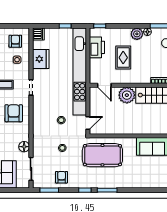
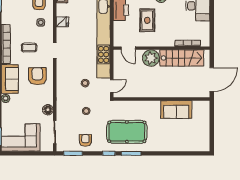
fridge: (41, 59) -> (62, 22), width x0.53, depth x0.75
pool table: (102, 155) -> (127, 132), moved

